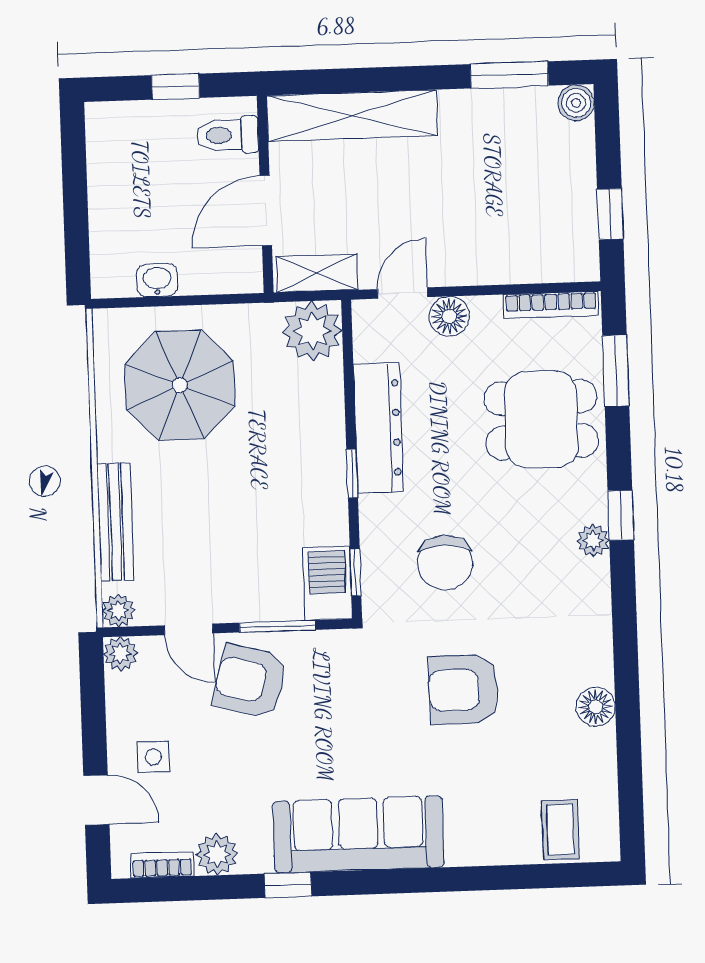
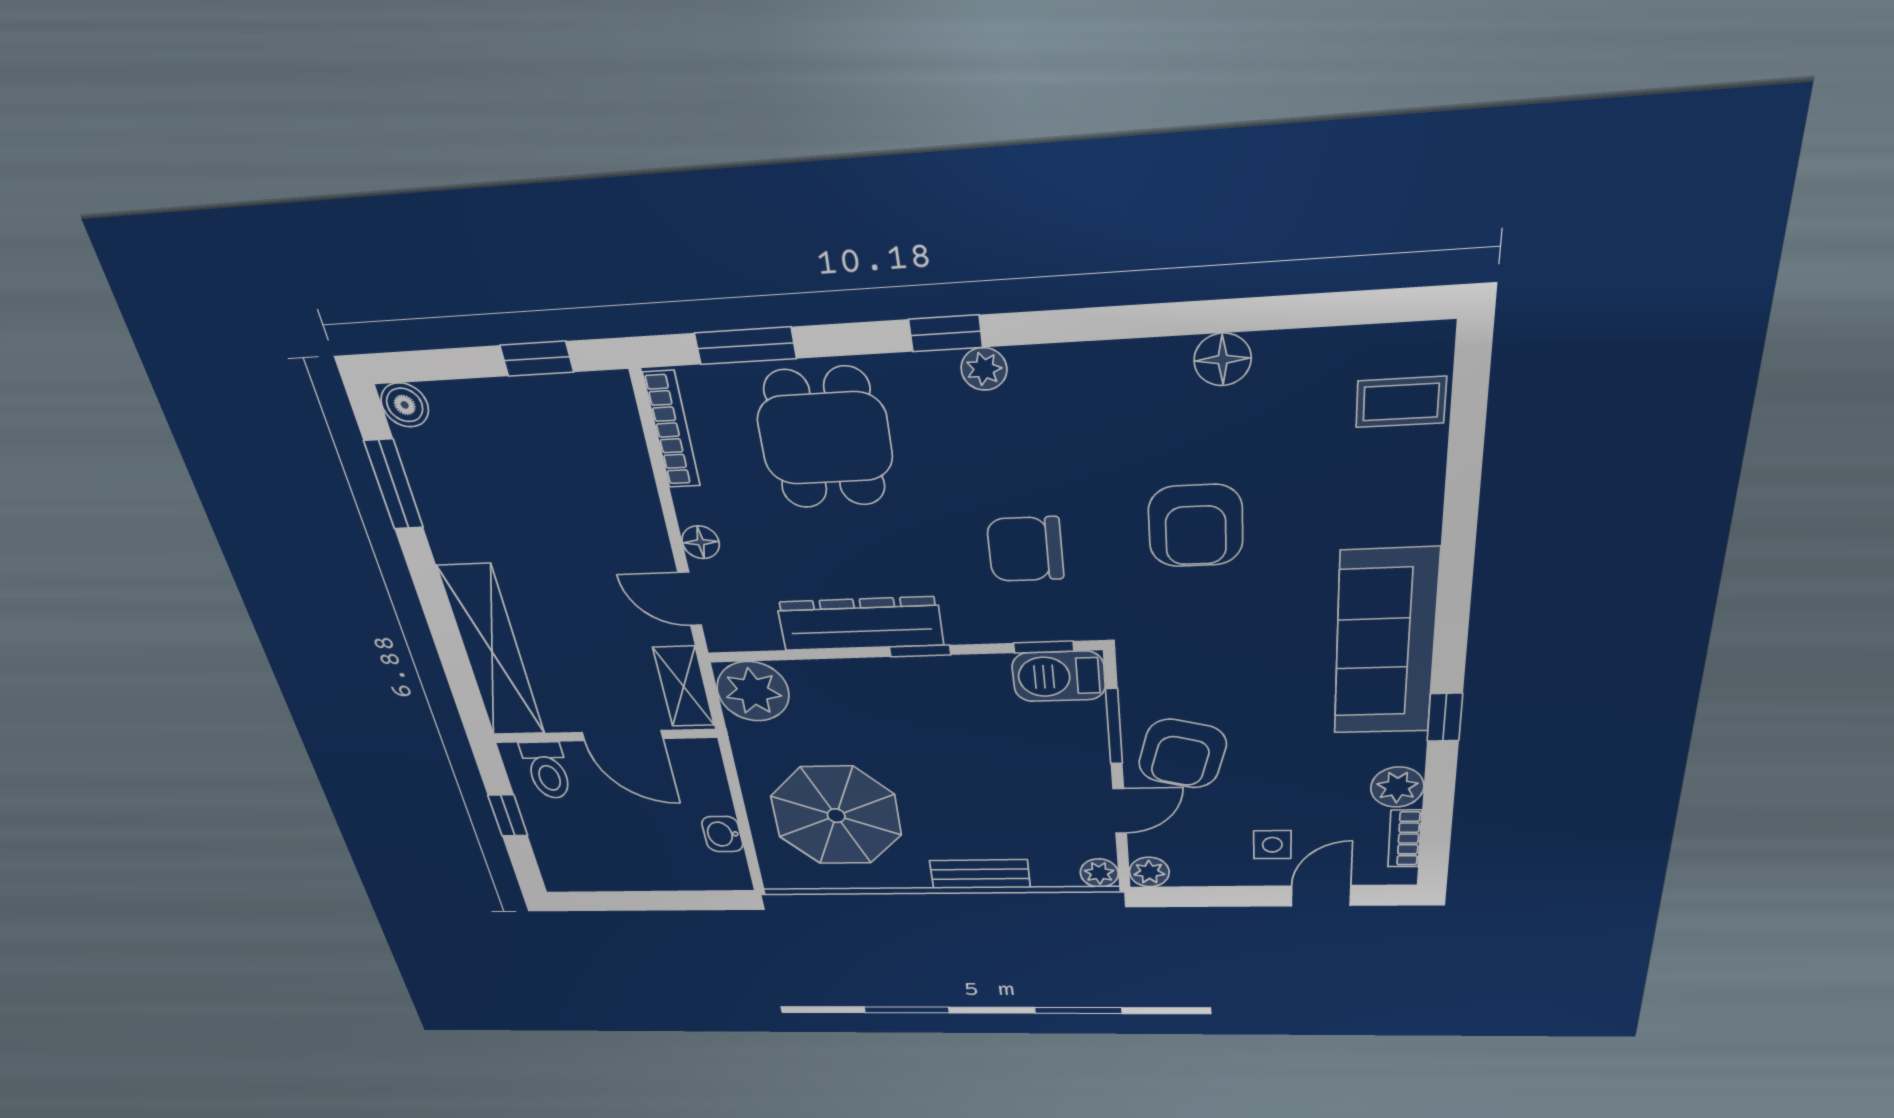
floor lamp: (449, 316) -> (701, 542), width x0.73, depth x0.73
bench: (115, 522) -> (980, 874), width x0.73
chair: (445, 562) -> (1025, 549), turned 180

